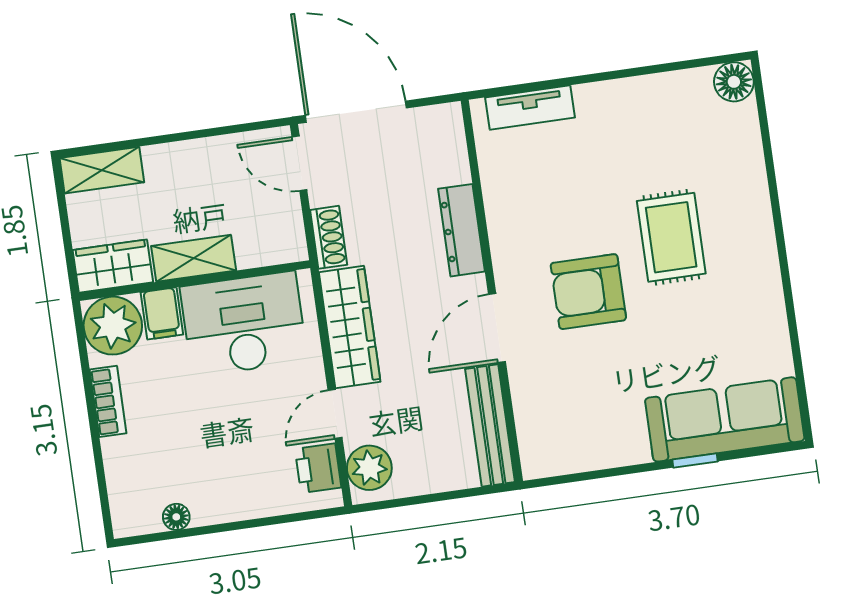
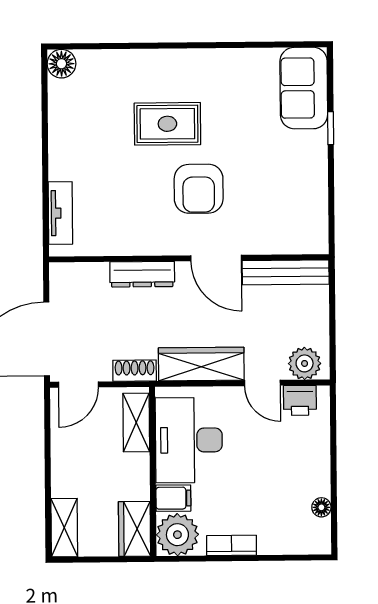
shelving: (194, 258) -> (136, 422), moved
sofa: (725, 419) -> (304, 88), width x0.73

